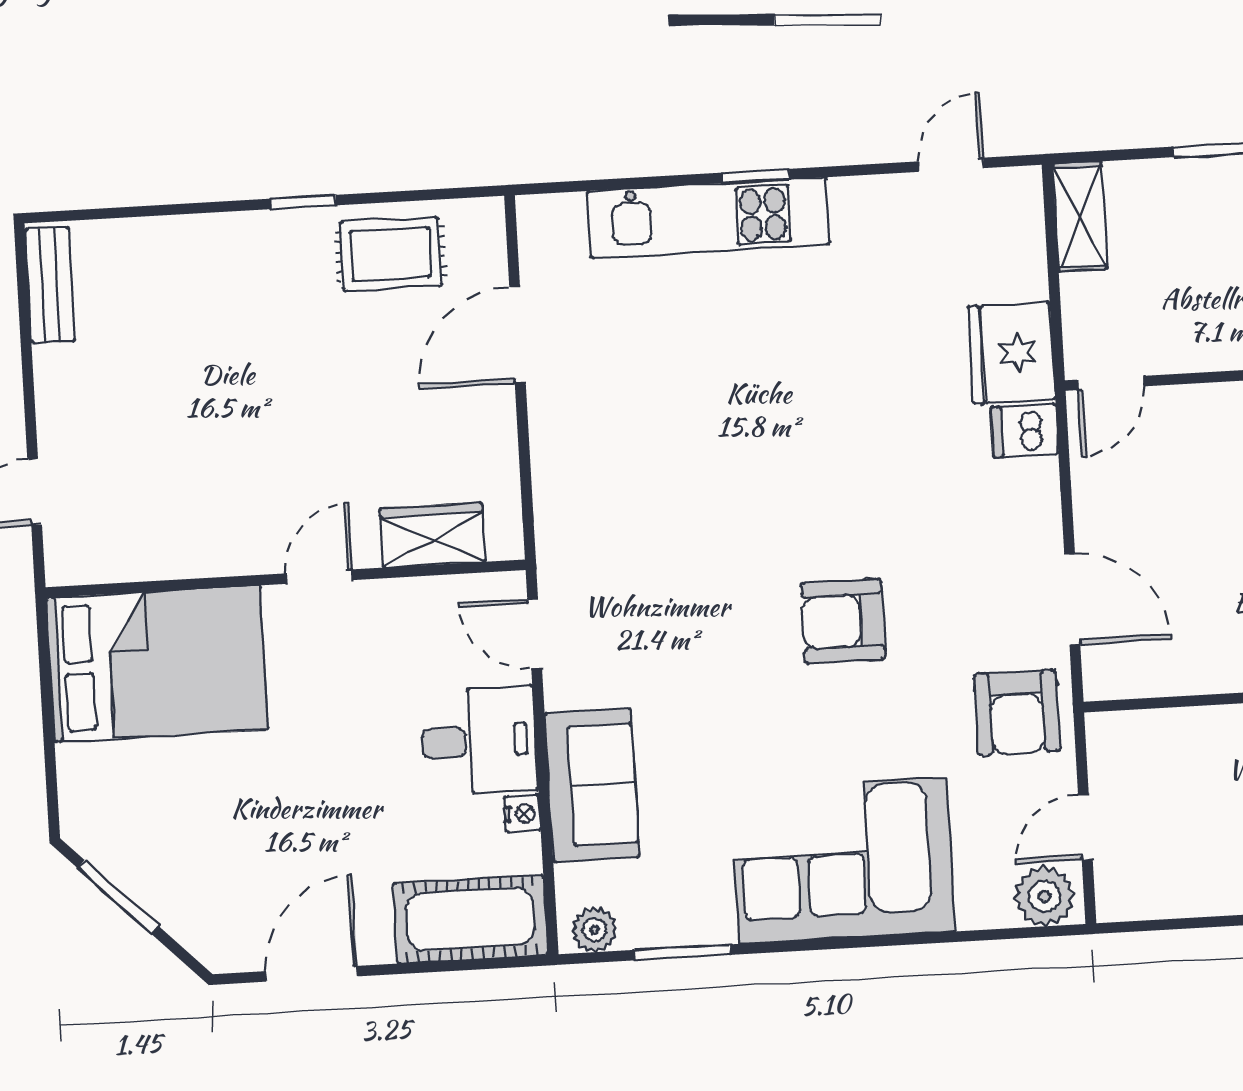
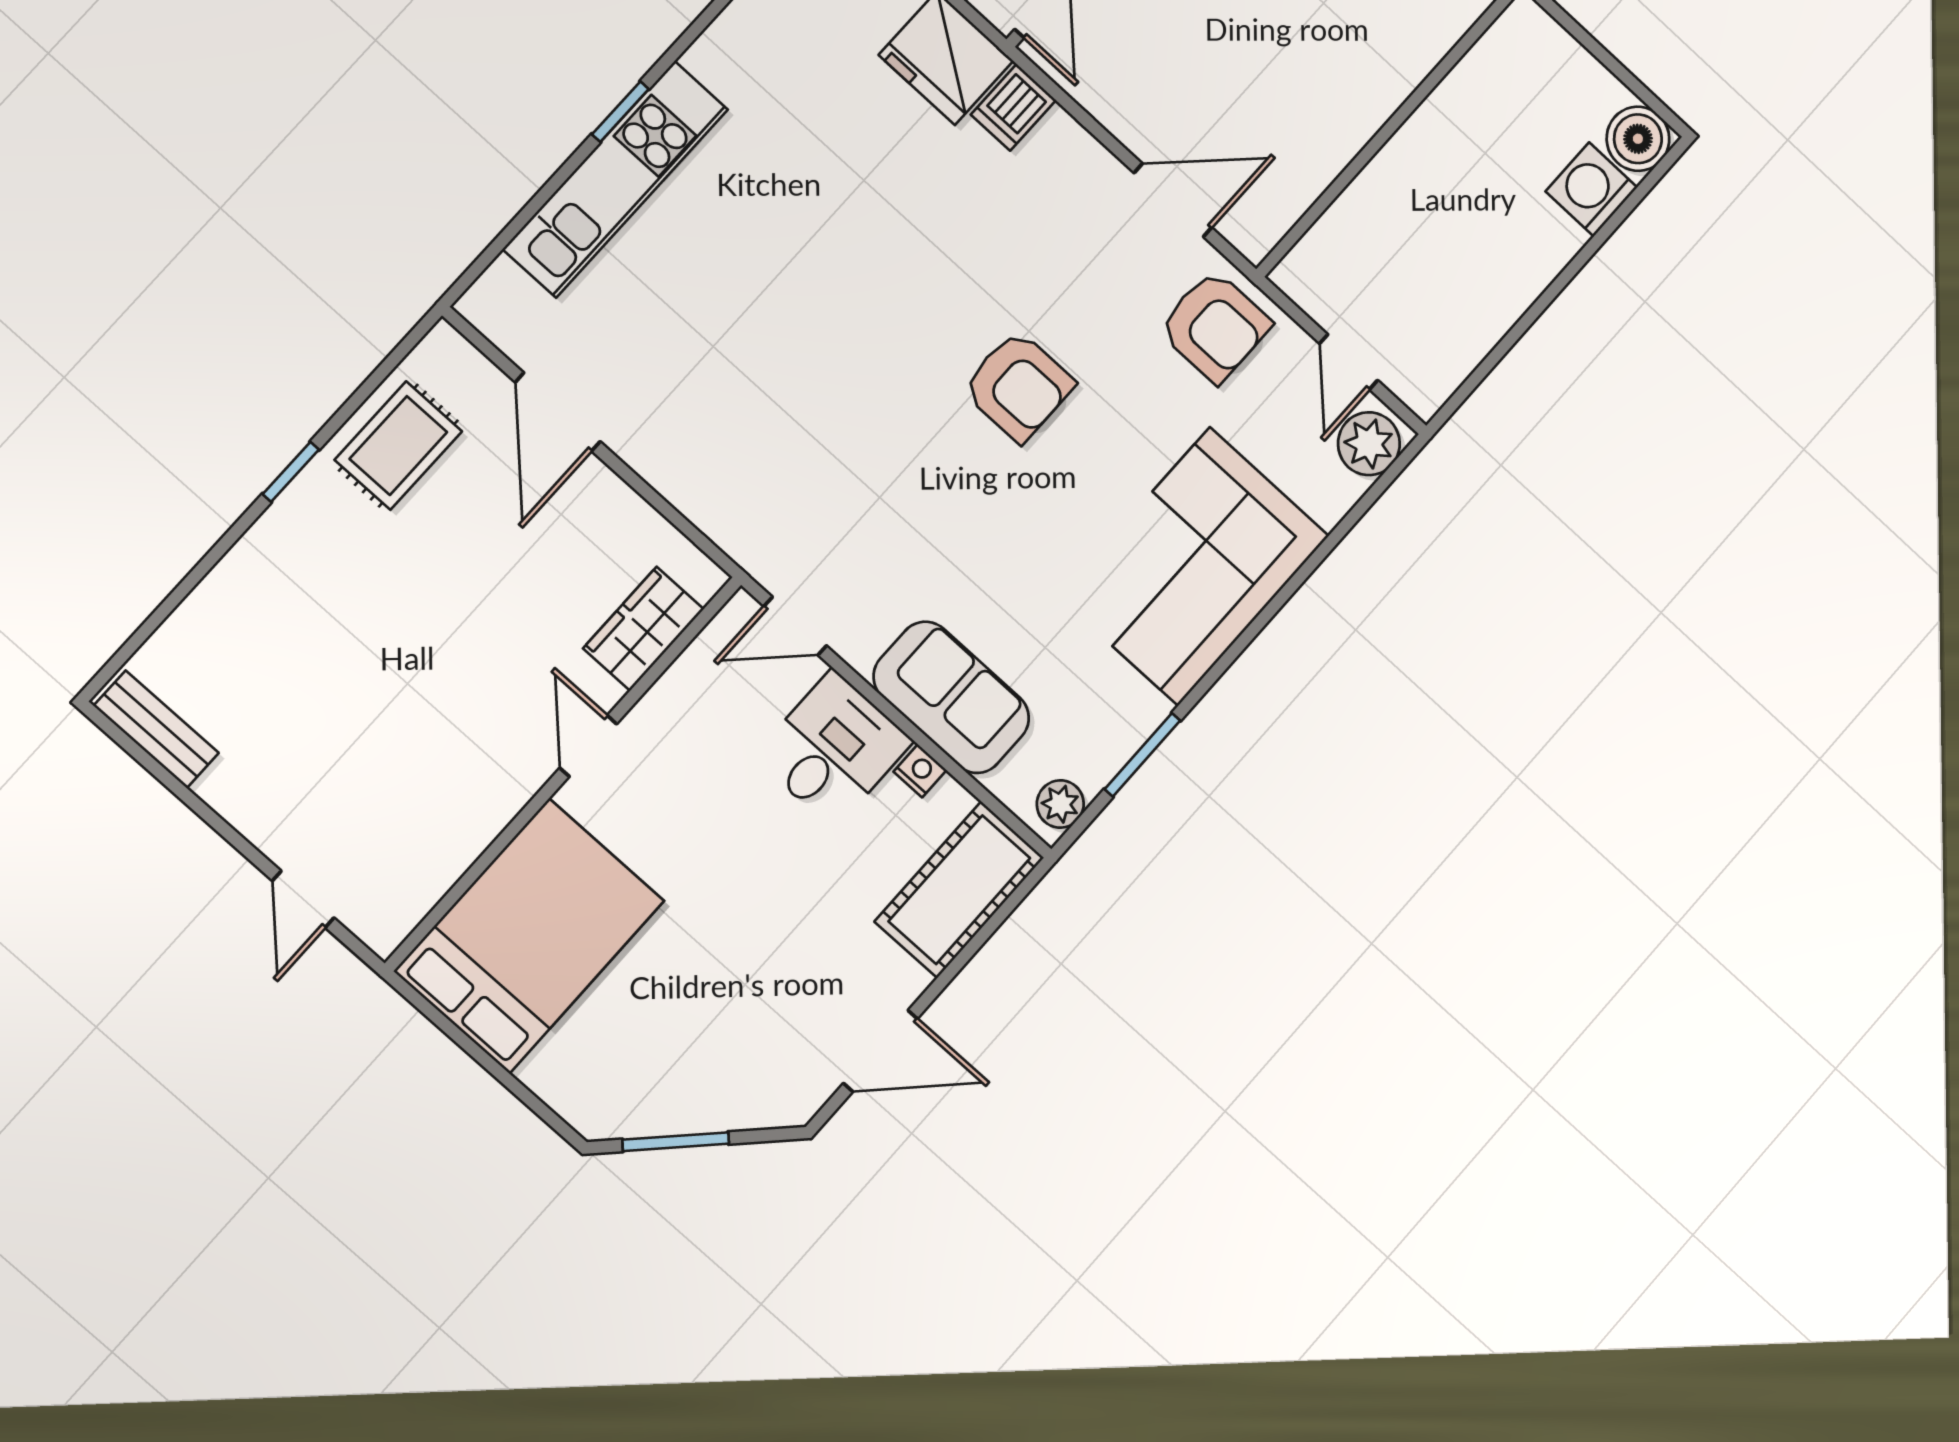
armchair: (843, 621) -> (1018, 386), turned -90
door: (312, 974) -> (880, 1051), swing flipped

